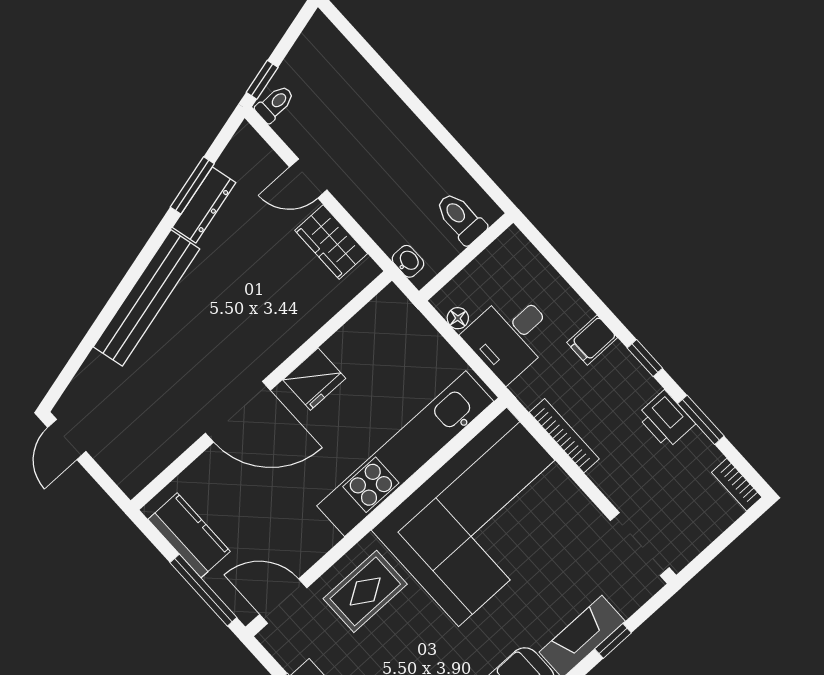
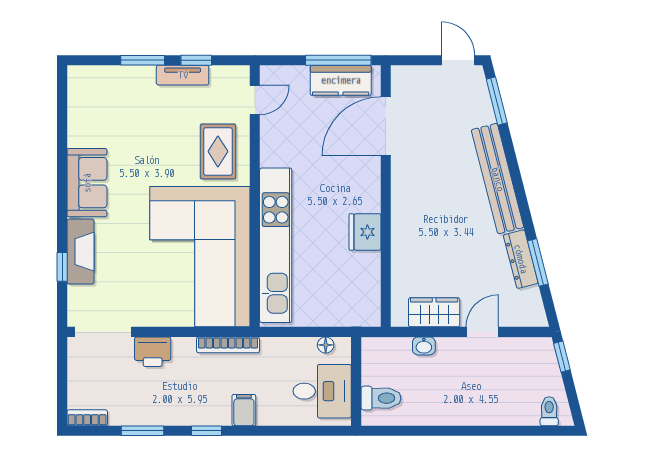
toilet: (275, 104) -> (549, 411), moved, turned 180
washbasin: (408, 261) -> (424, 346), moved
desk: (510, 336) -> (322, 391), moved, turned 90
window: (73, 367) -> (497, 101), added
door: (238, 412) -> (386, 126), moved
printer: (666, 420) -> (153, 352), moved, turned 180
bookcase: (564, 436) -> (228, 345), moved
window: (203, 590) -> (338, 60), moved
door: (283, 601) -> (255, 100), width x0.73

